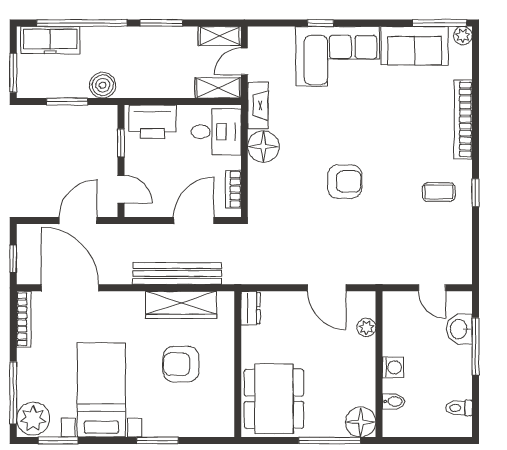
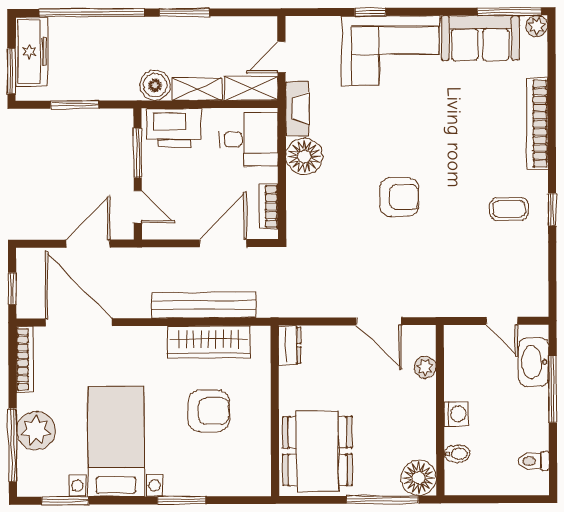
shelving: (220, 36) -> (197, 89), moved
freezer: (50, 40) -> (31, 52), moved, turned -90
boiler: (103, 85) -> (155, 85), moved
window: (121, 143) -> (138, 153), width x1.50
washbasin: (459, 329) -> (534, 362), width x1.38
armchair: (181, 364) -> (209, 411), turned 180
plant: (33, 419) -> (36, 431), moved

